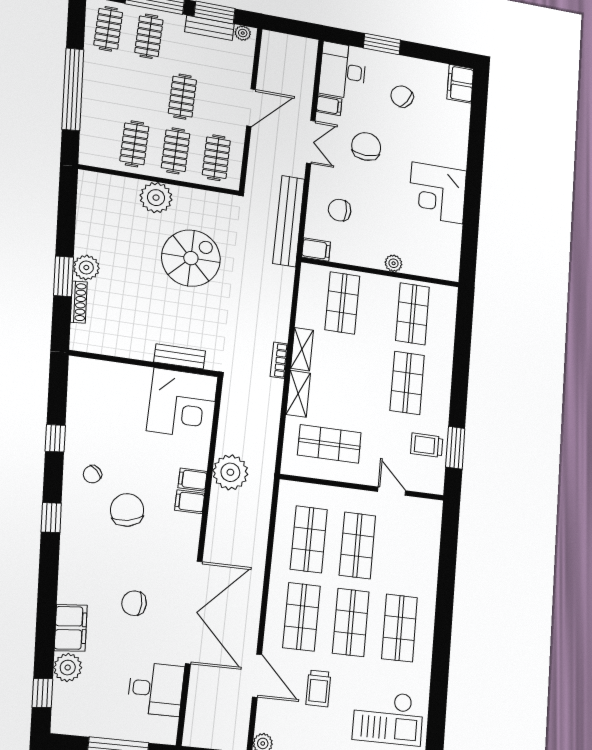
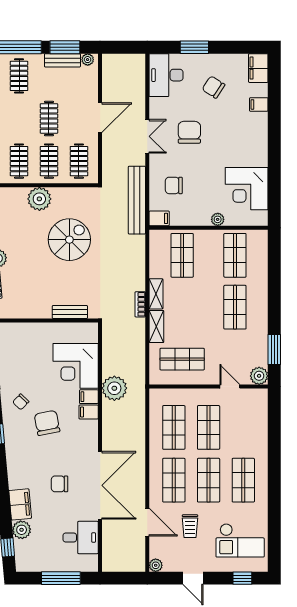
filing cabinet: (329, 105) -> (259, 104), moved, turned 180
corner desk: (437, 193) -> (247, 189), moved
corner desk: (182, 404) -> (76, 366), moved, turned 90
trolley: (427, 445) -> (253, 351), removed
plant: (432, 481) -> (259, 376), added

